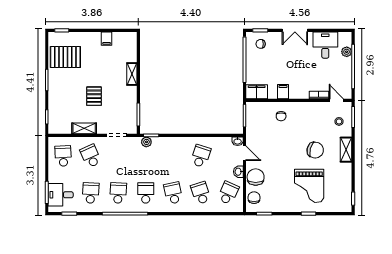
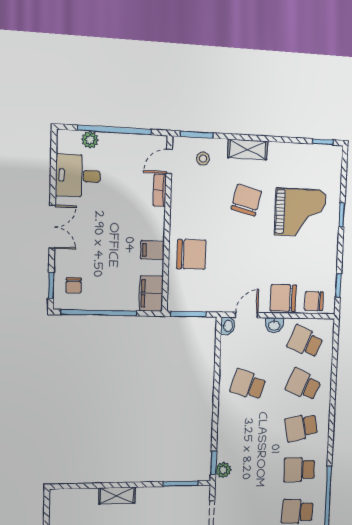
chair: (281, 116) -> (191, 254), width x1.87, depth x1.87
school desk: (201, 193) -> (303, 385), turned 42

